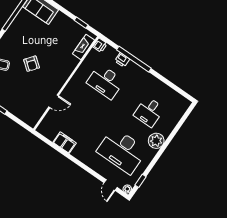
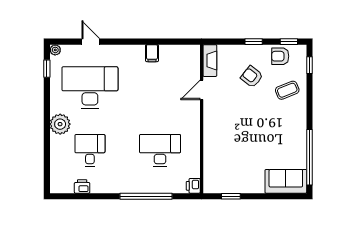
fireplace: (84, 47) -> (210, 61), moved
printer: (122, 60) -> (82, 186), moved
armchair: (32, 64) -> (252, 77), moved
filing cabinet: (65, 143) -> (152, 53), width x0.50
door: (111, 185) -> (91, 42), moved

